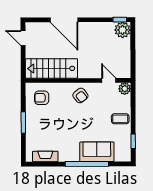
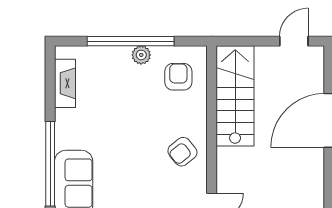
plant: (30, 117) -> (141, 55), added
window: (23, 123) -> (131, 41), width x2.11

